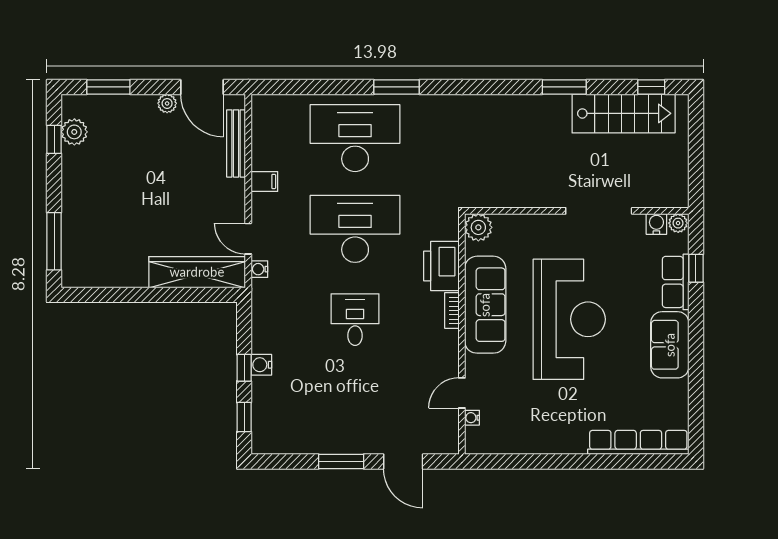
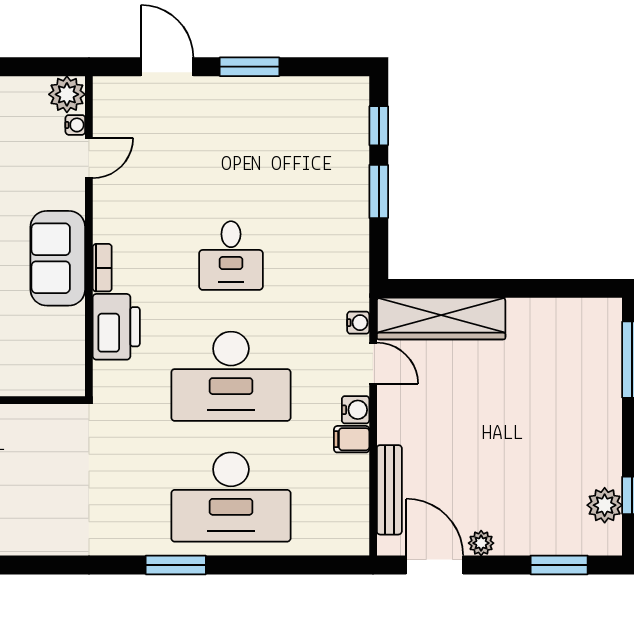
plant: (478, 227) -> (67, 94), moved
sofa: (485, 305) -> (58, 258), width x0.73
water cooler: (261, 365) -> (356, 410), moved
window: (244, 368) -> (379, 191), width x1.50

